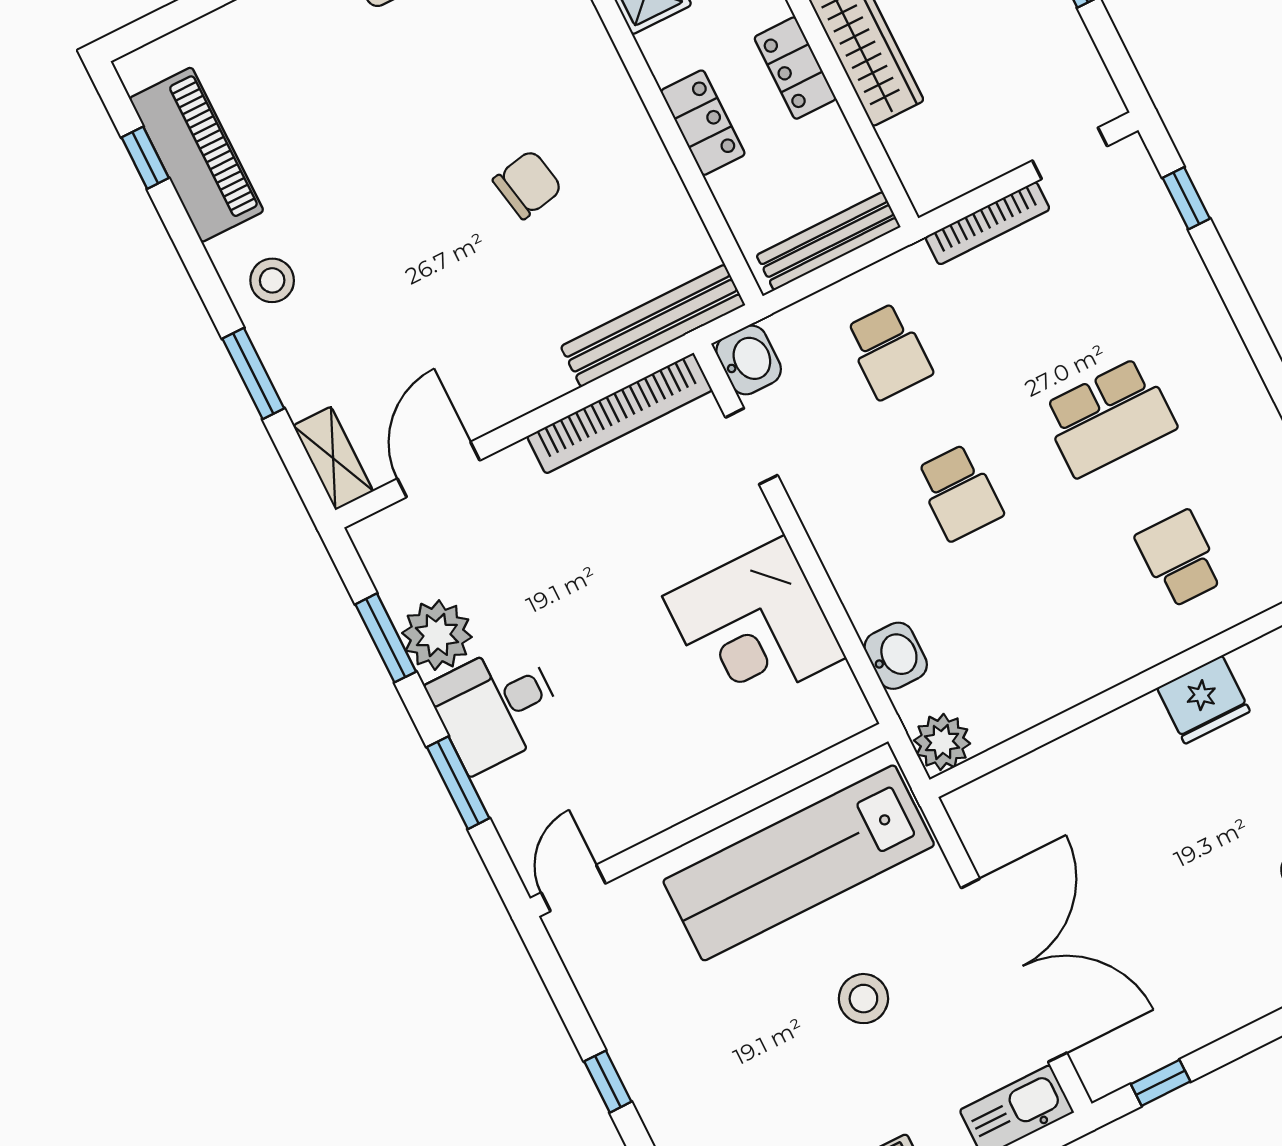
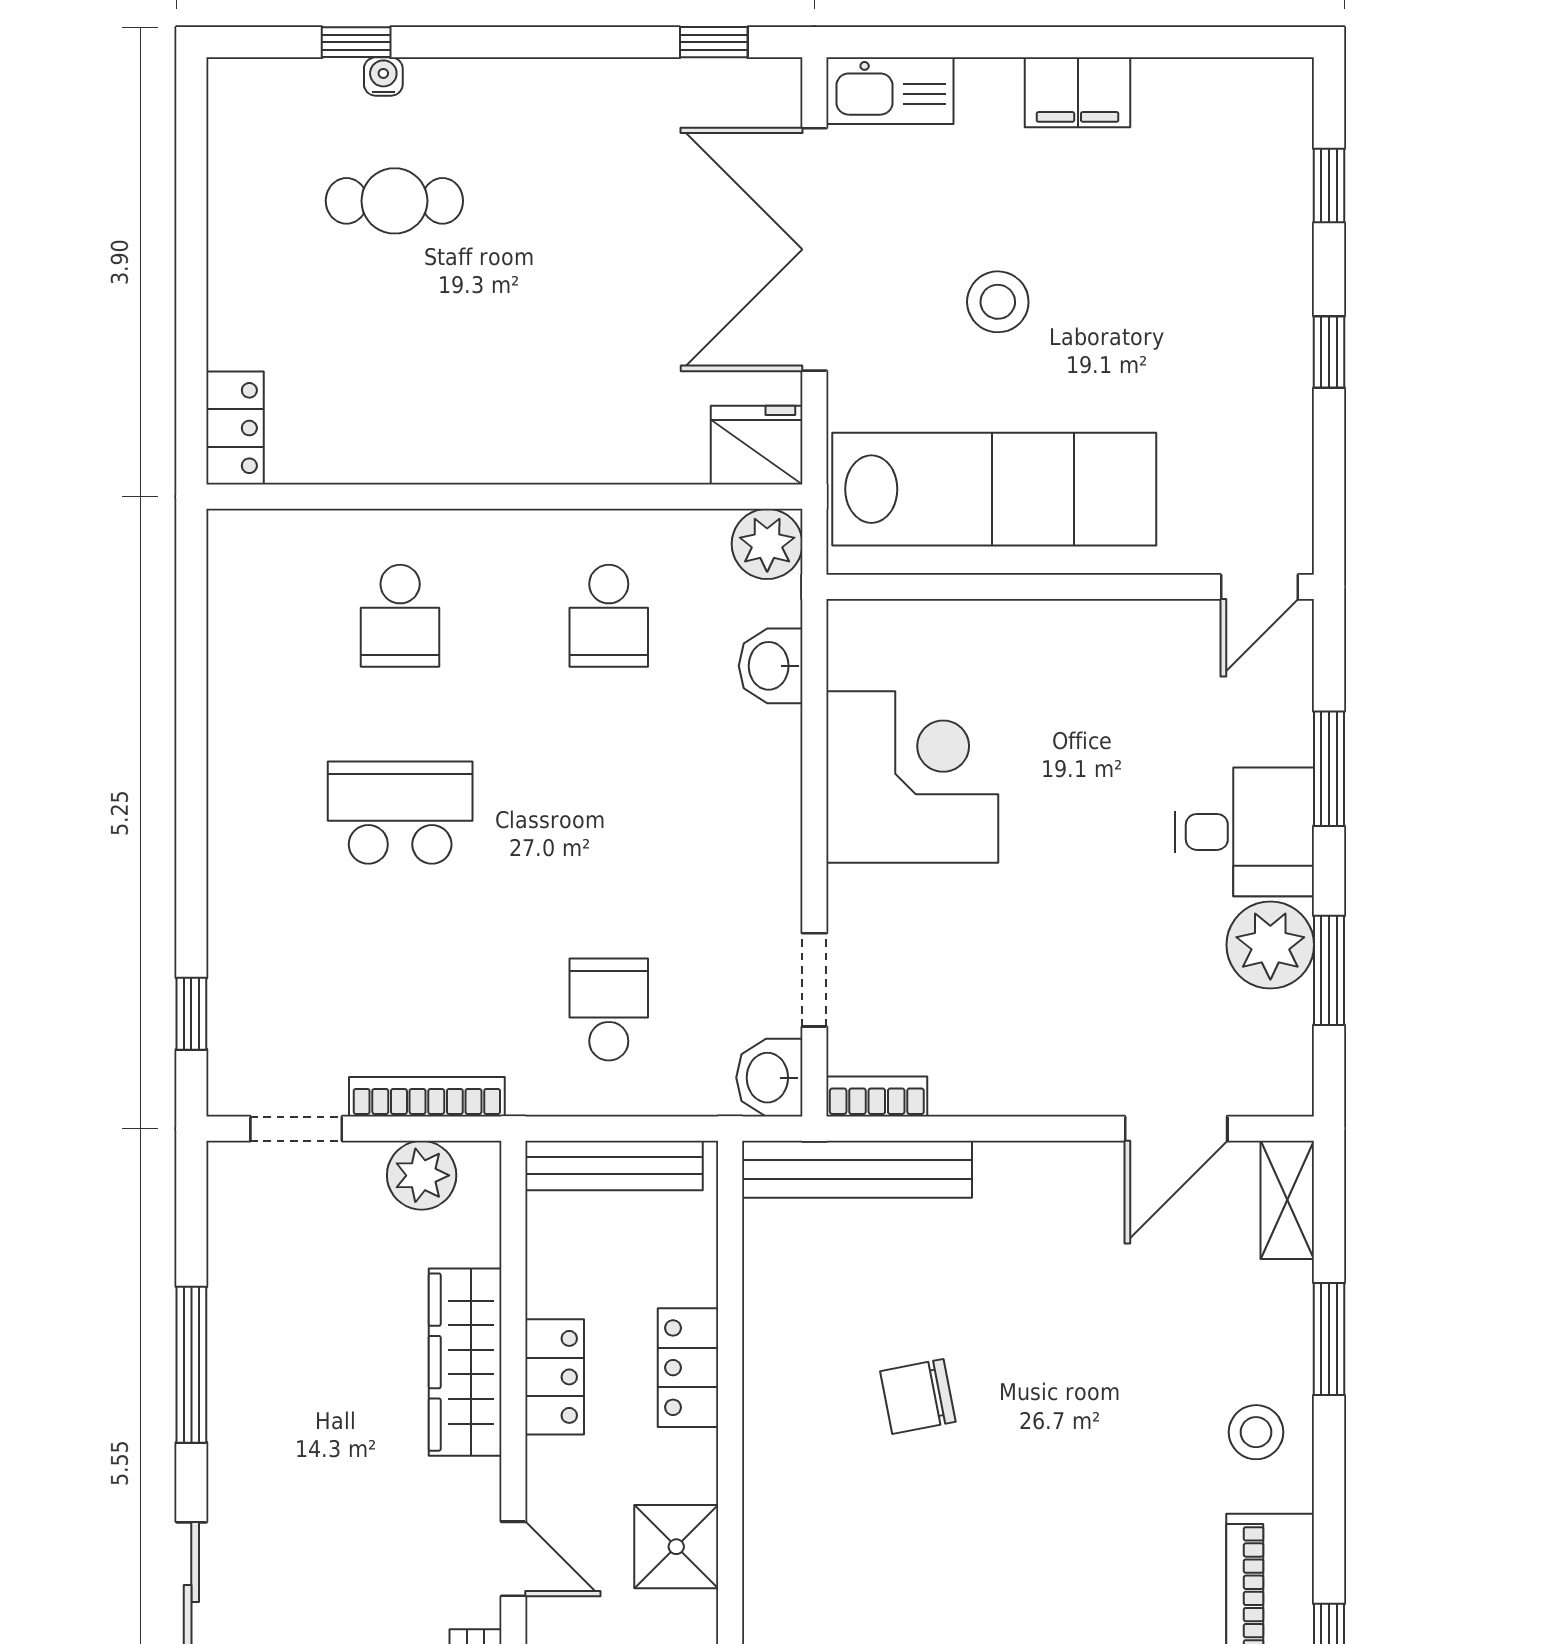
plant: (963, 165) -> (422, 1175), added
bookcase: (620, 413) -> (877, 1096), width x0.43, depth x0.76
school desk: (959, 492) -> (609, 616), moved, turned 180
fridge: (1203, 700) -> (757, 445), moved

